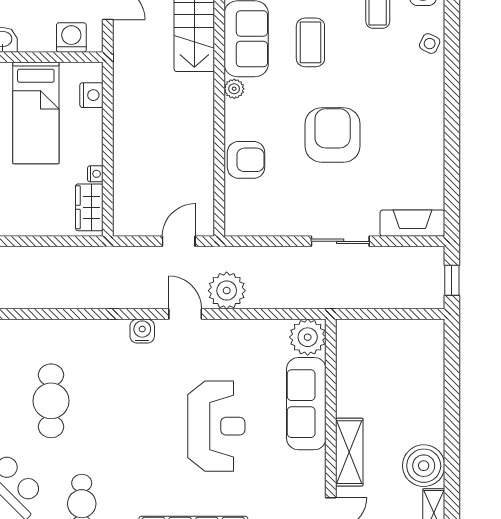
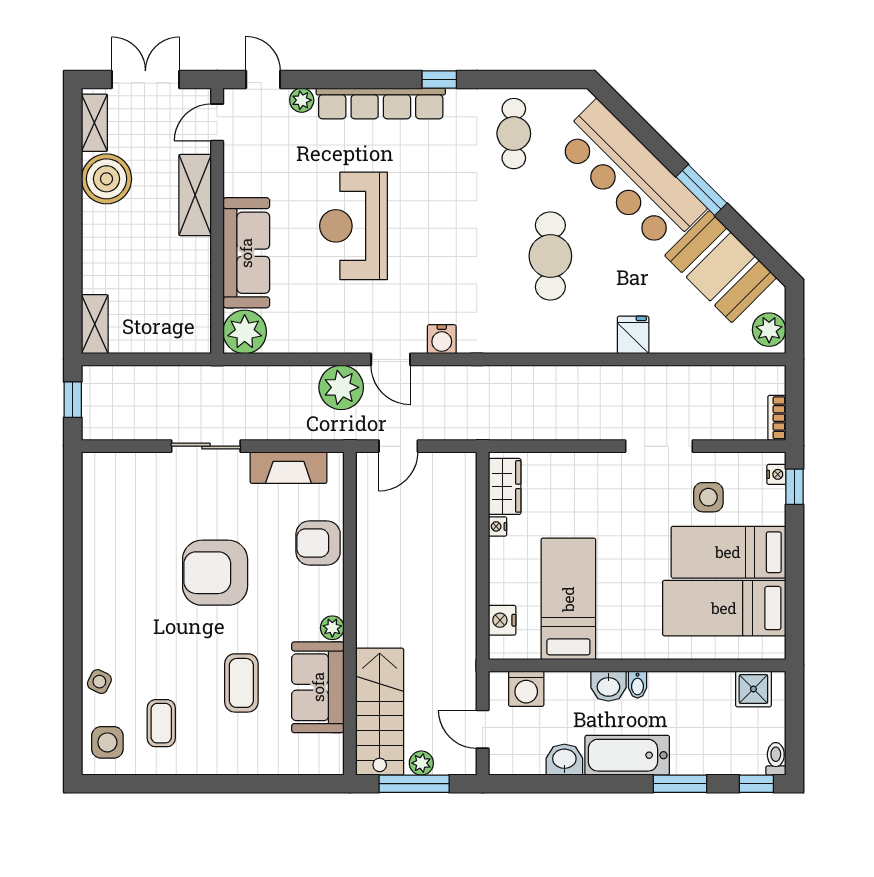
armchair: (333, 135) -> (215, 573), turned 90
fireplace: (412, 223) -> (288, 468), moved
shelving: (434, 344) -> (95, 324), added

